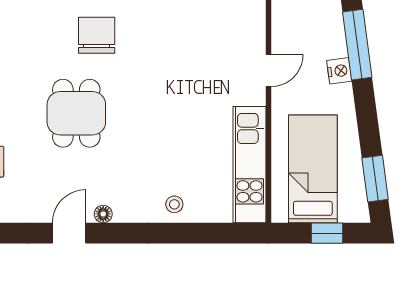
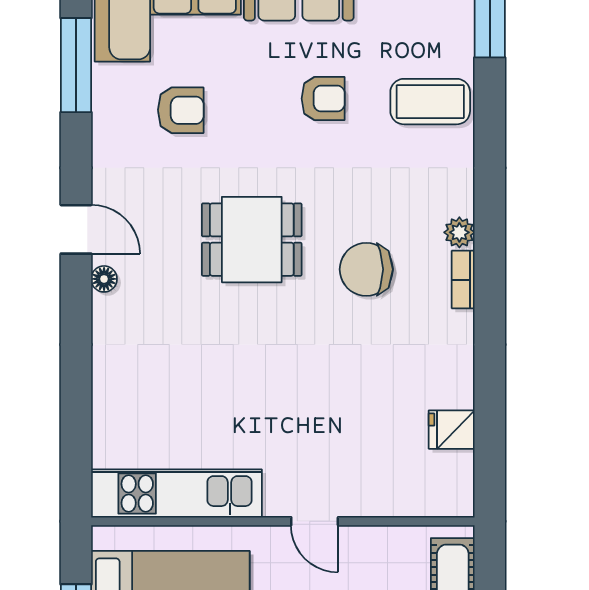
chair: (97, 35) -> (366, 269), turned 180
stool: (174, 204) -> (118, 383), removed

